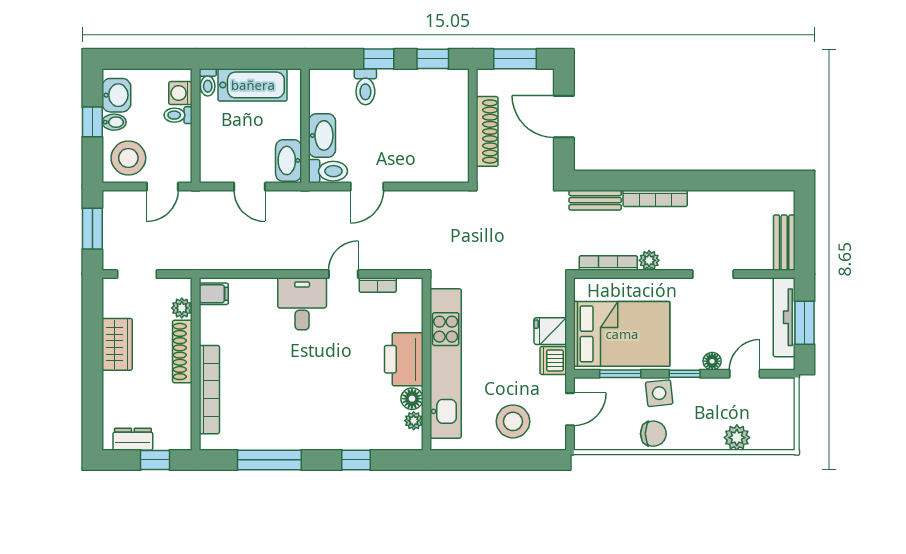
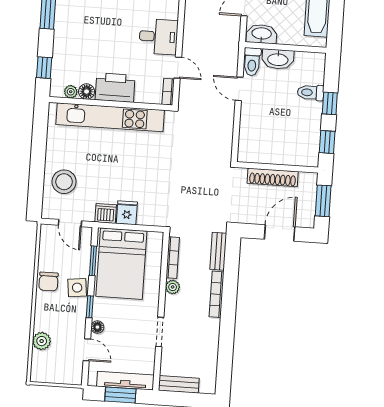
printer: (404, 359) -> (115, 88), moved
kitchen unit: (446, 363) -> (110, 117), moved
wall: (427, 364) -> (111, 104), moved
floor lamp: (412, 399) -> (87, 92), moved
plant: (414, 421) -> (71, 92), moved

